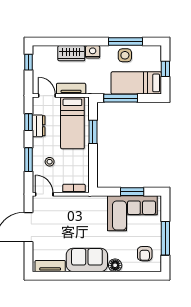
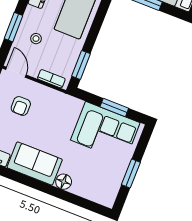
window: (93, 132) -> (81, 65), moved
window: (165, 238) -> (131, 174), width x0.69
armchair: (145, 254) -> (21, 106), moved

